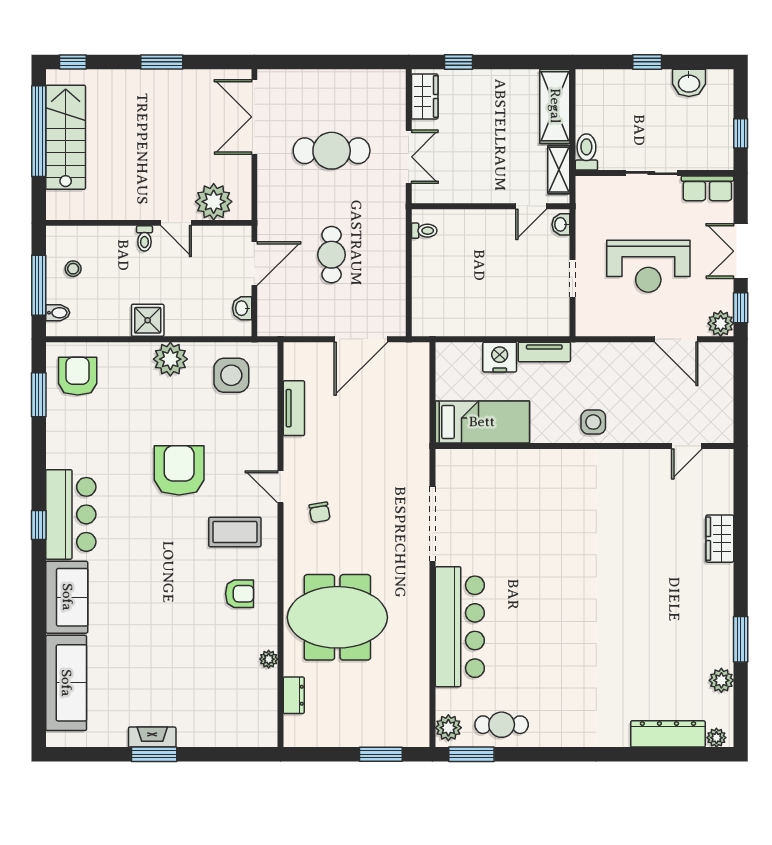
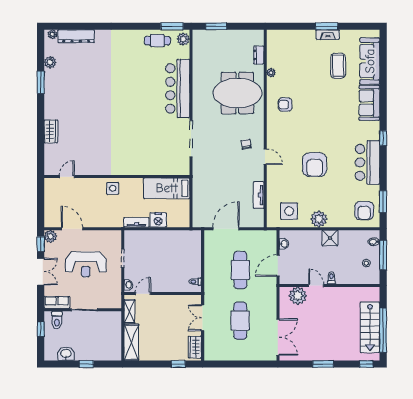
cafe table: (332, 151) -> (240, 321), turned 90
toilet: (586, 152) -> (57, 320), moved
cafe table: (332, 255) -> (240, 270), width x1.37, depth x1.35
reception desk: (648, 266) -> (86, 264), turned 180
bar counter: (71, 514) -> (367, 162), moved
coffee table: (235, 532) -> (338, 66), moved, turned 90

